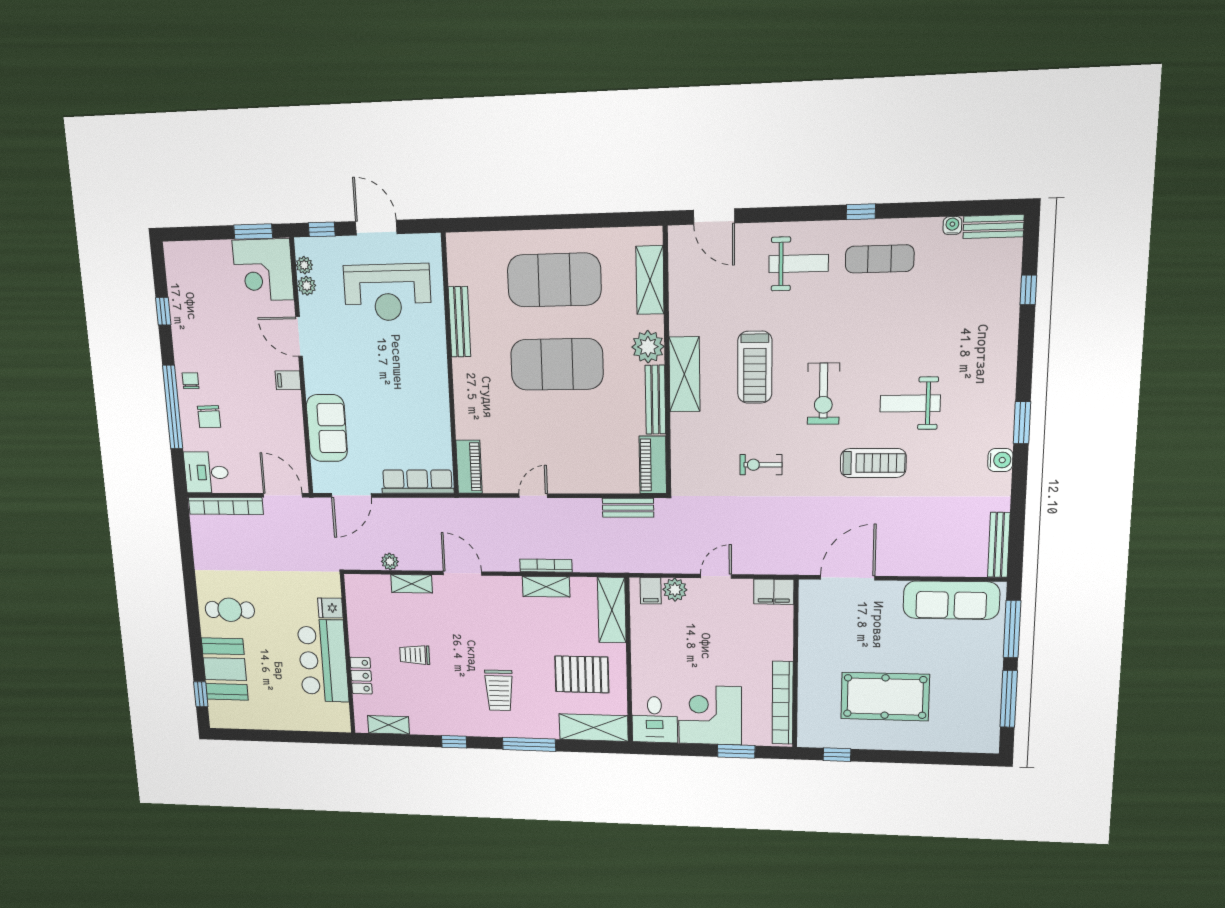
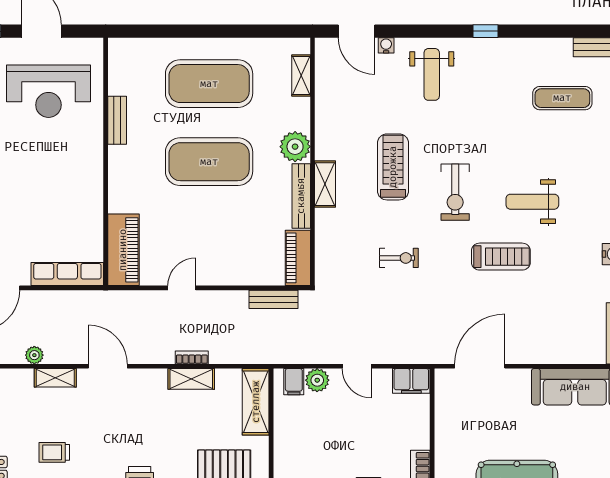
water cooler: (952, 226) -> (386, 45), moved
exercise mat: (880, 259) -> (562, 98), moved
weight bench: (799, 263) -> (432, 74), turned 90
shelving: (650, 280) -> (301, 76), width x0.67, depth x0.75
bench: (459, 322) -> (117, 120), width x0.73
treadmill: (755, 367) -> (393, 167), turned 180
shelving: (684, 374) -> (325, 184), width x0.67, depth x0.75
exercise bike: (761, 465) -> (399, 258), turned 180
piano: (469, 467) -> (123, 250), width x1.37, depth x1.33
bookcase: (546, 566) -> (192, 358), width x0.64
door: (716, 576) -> (357, 366), swing flipped

